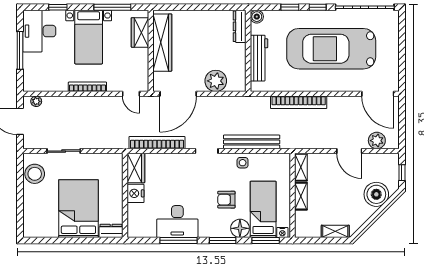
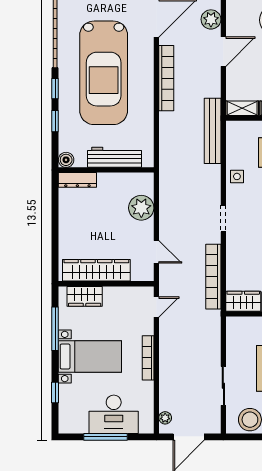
desk: (39, 31) -> (114, 414), moved
door: (178, 94) -> (156, 252), width x0.53
bookcase: (299, 102) -> (166, 78), moved
bench: (252, 142) -> (213, 131), moved

